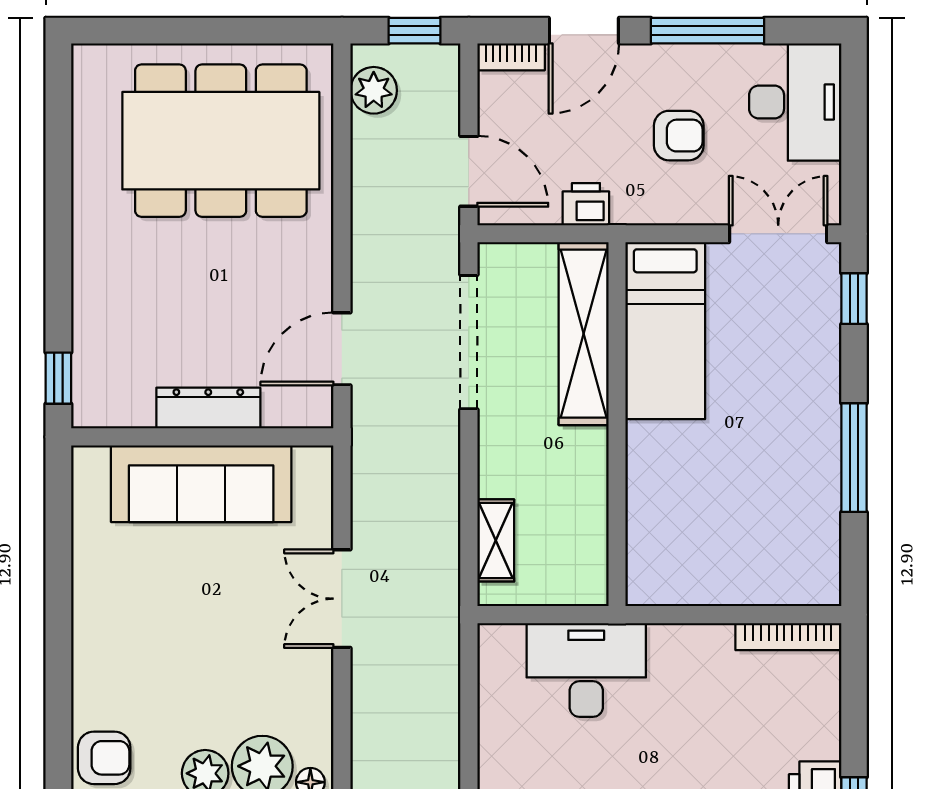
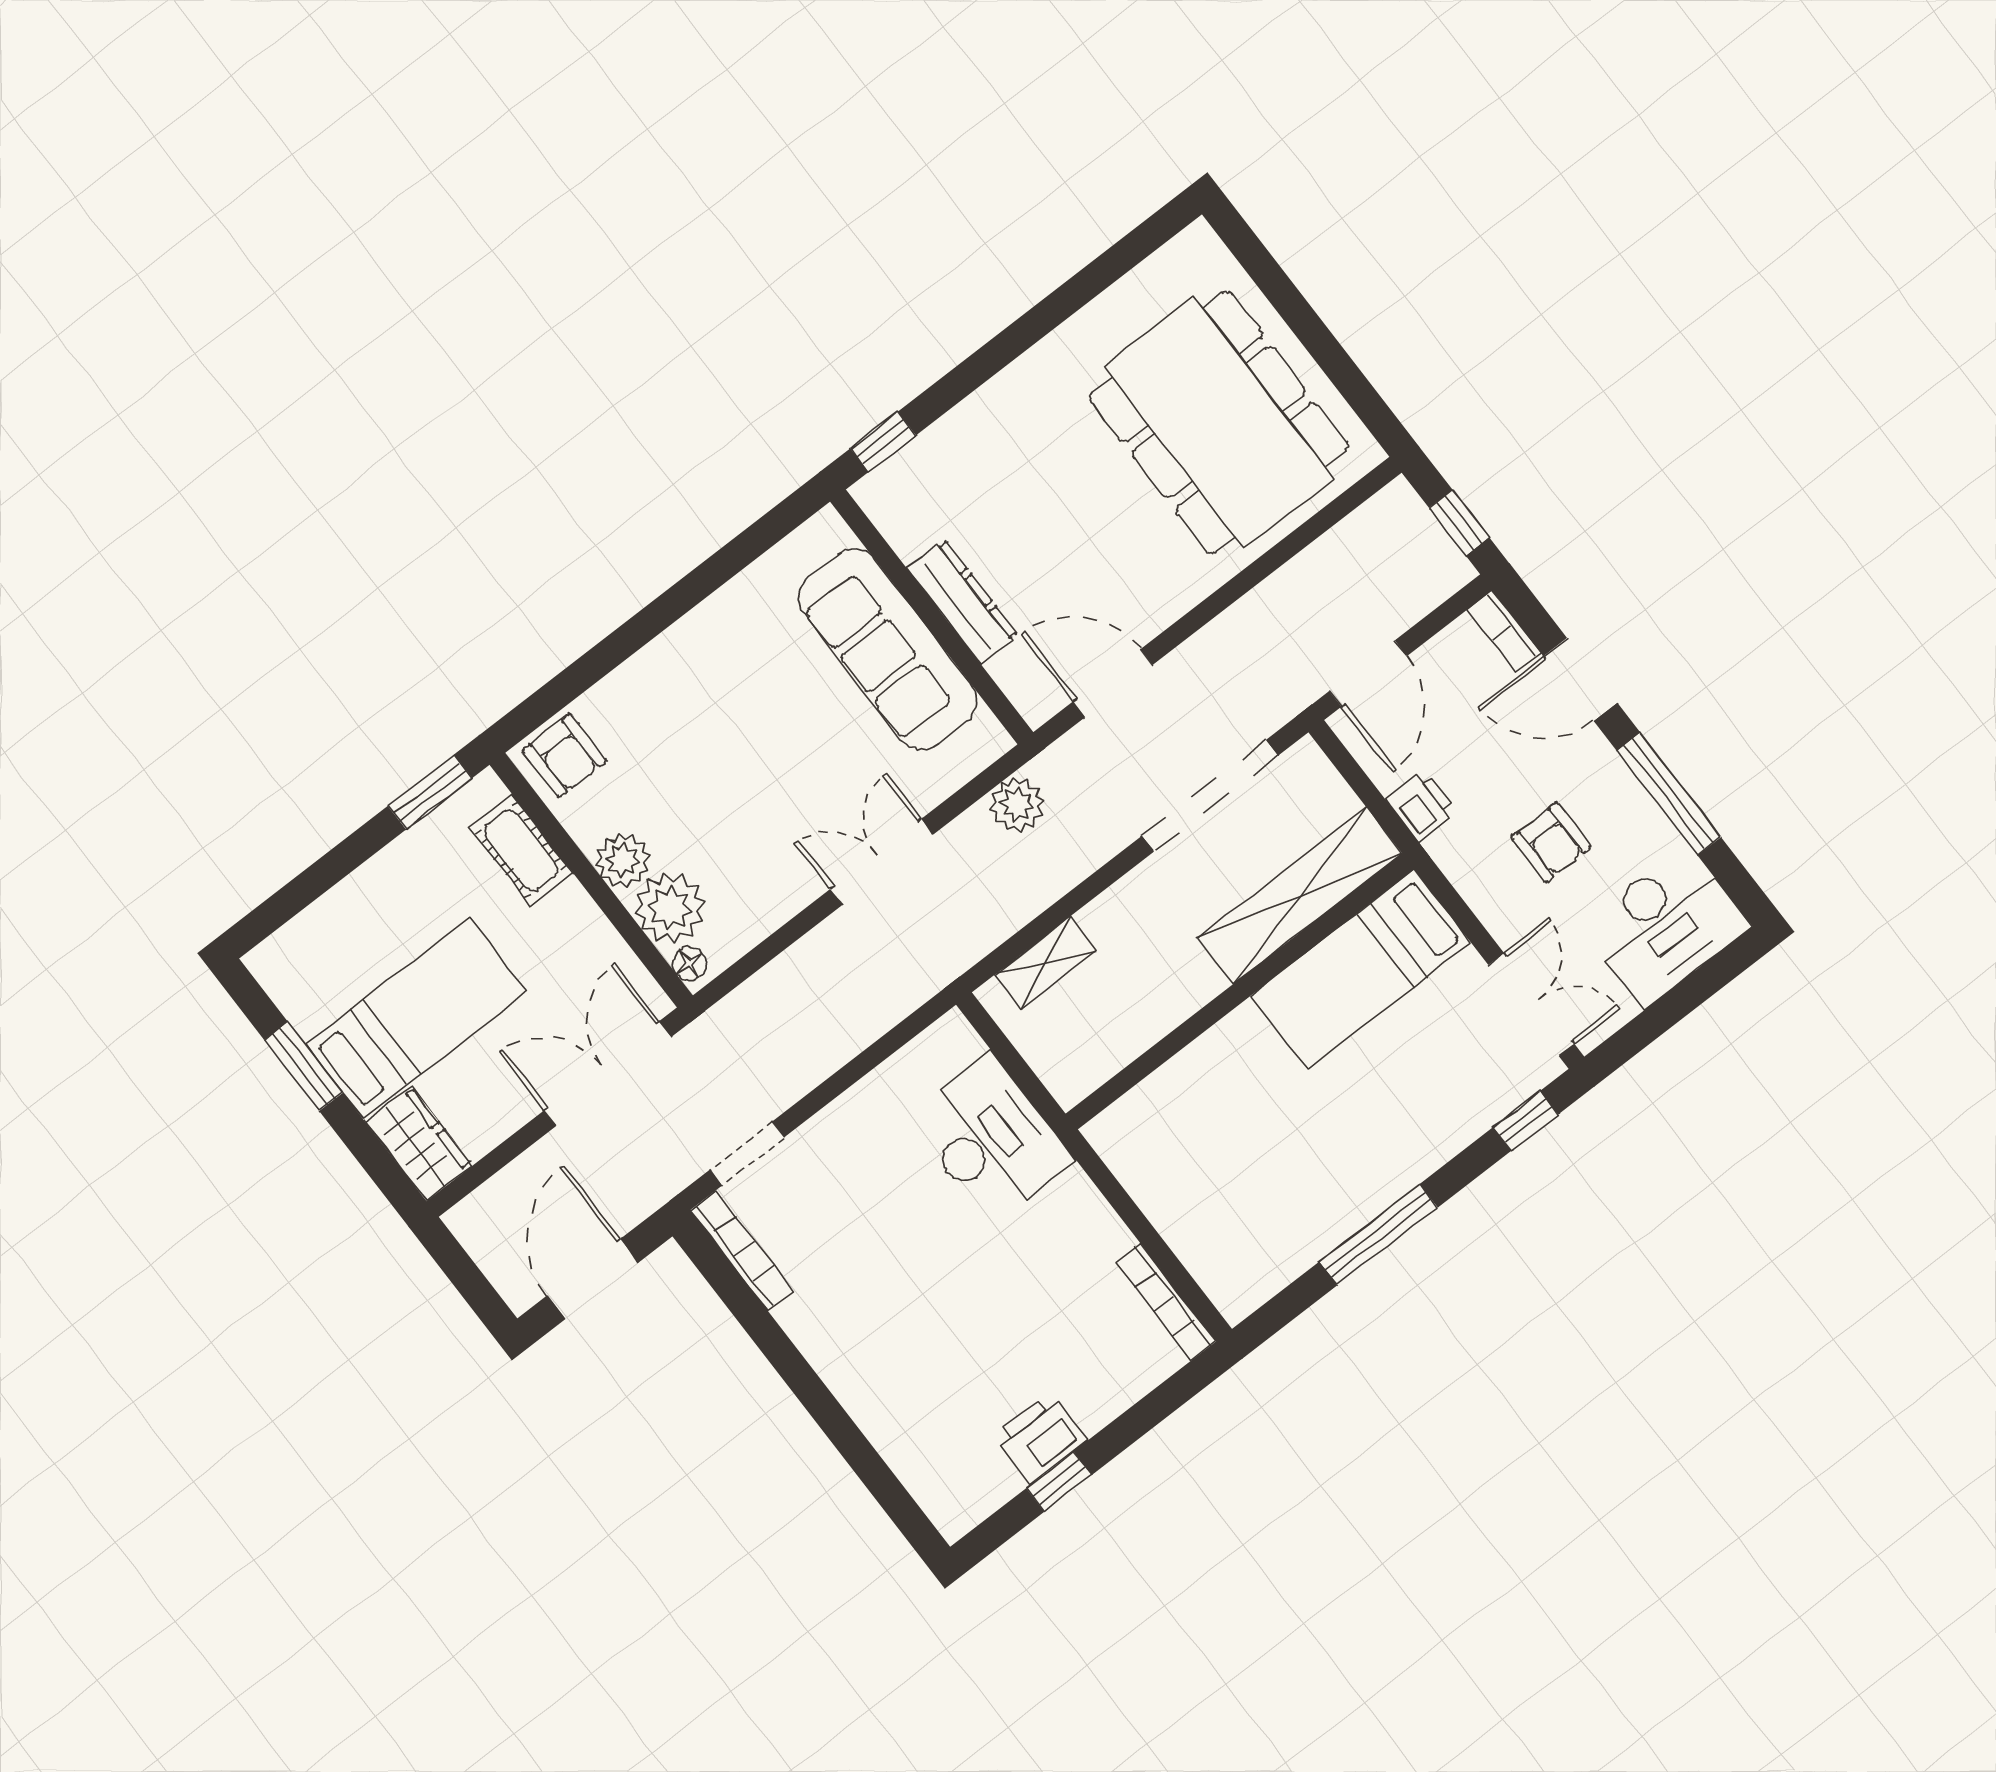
plant: (374, 90) -> (1017, 804), moved

